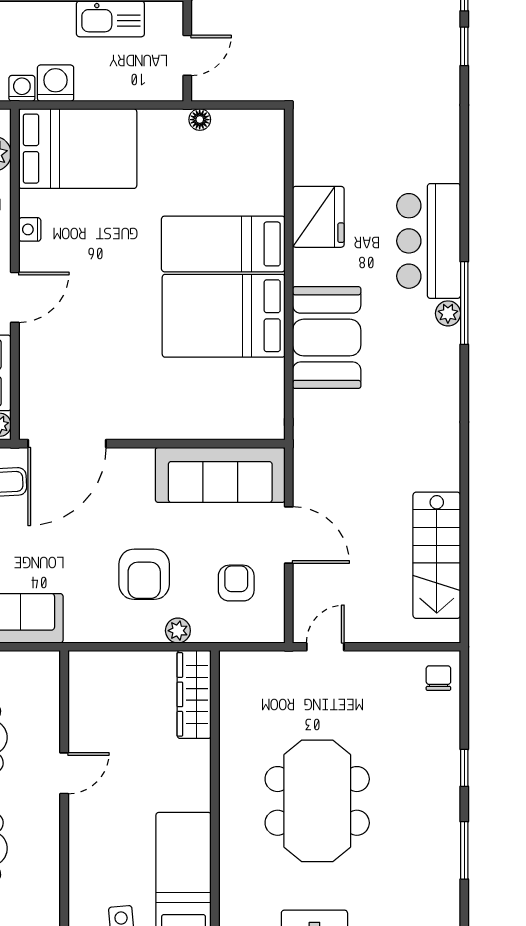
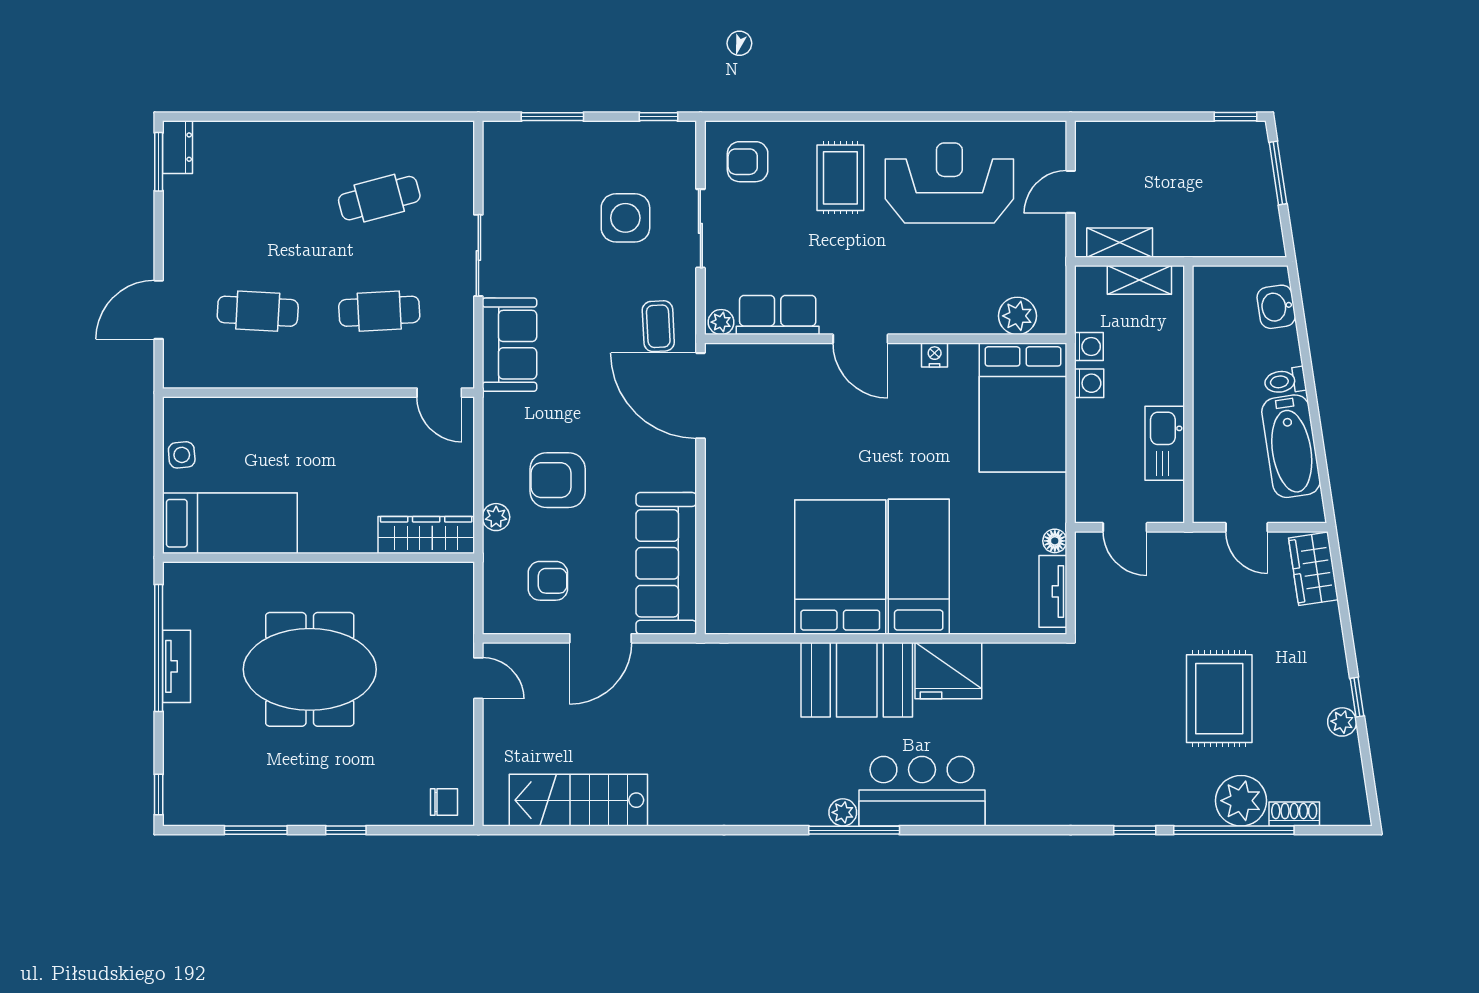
washing machine: (56, 83) -> (1089, 383), width x0.73, depth x0.73
tv unit: (246, 121) -> (1053, 591), added
booth: (327, 338) -> (857, 680), moved
door: (64, 773) -> (439, 393), moved

